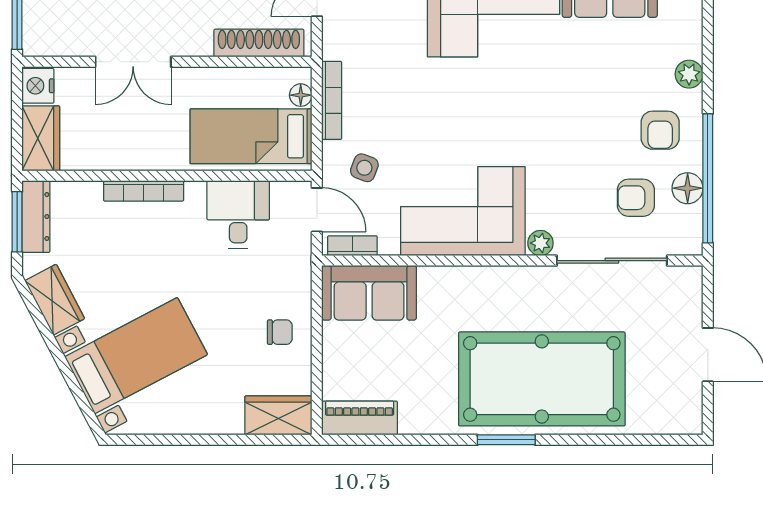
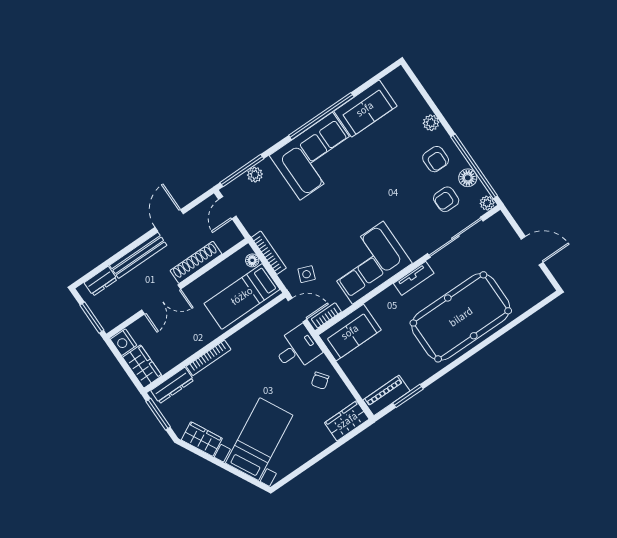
shoe rack: (259, 43) -> (196, 262), moved
desk: (238, 214) -> (297, 349), moved, turned 90
dresser: (36, 217) -> (172, 385), moved, turned 90
plant: (540, 243) -> (487, 203), moved
tv unit: (513, 278) -> (414, 278), added
chair: (280, 332) -> (320, 381), turned 143
window: (506, 440) -> (408, 396), moved

